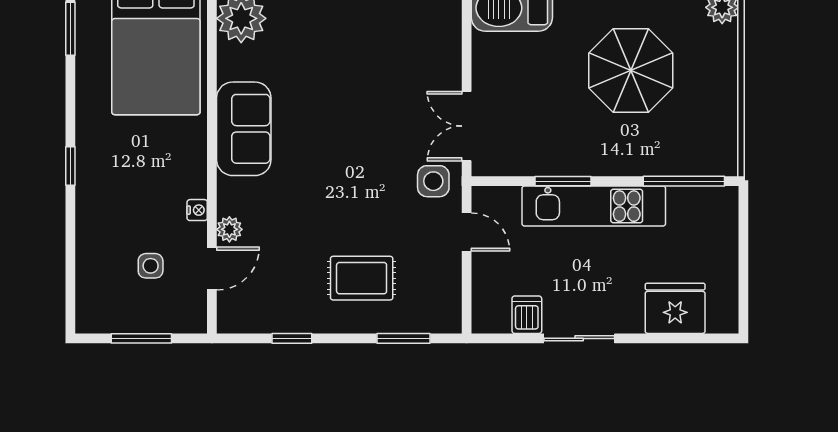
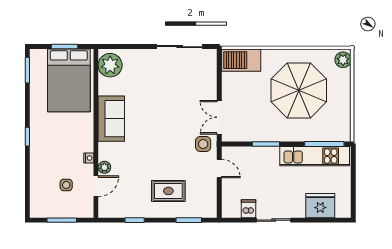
parasol: (631, 70) -> (299, 90), width x1.36, depth x1.36
kitchen unit: (594, 206) -> (315, 156), moved

